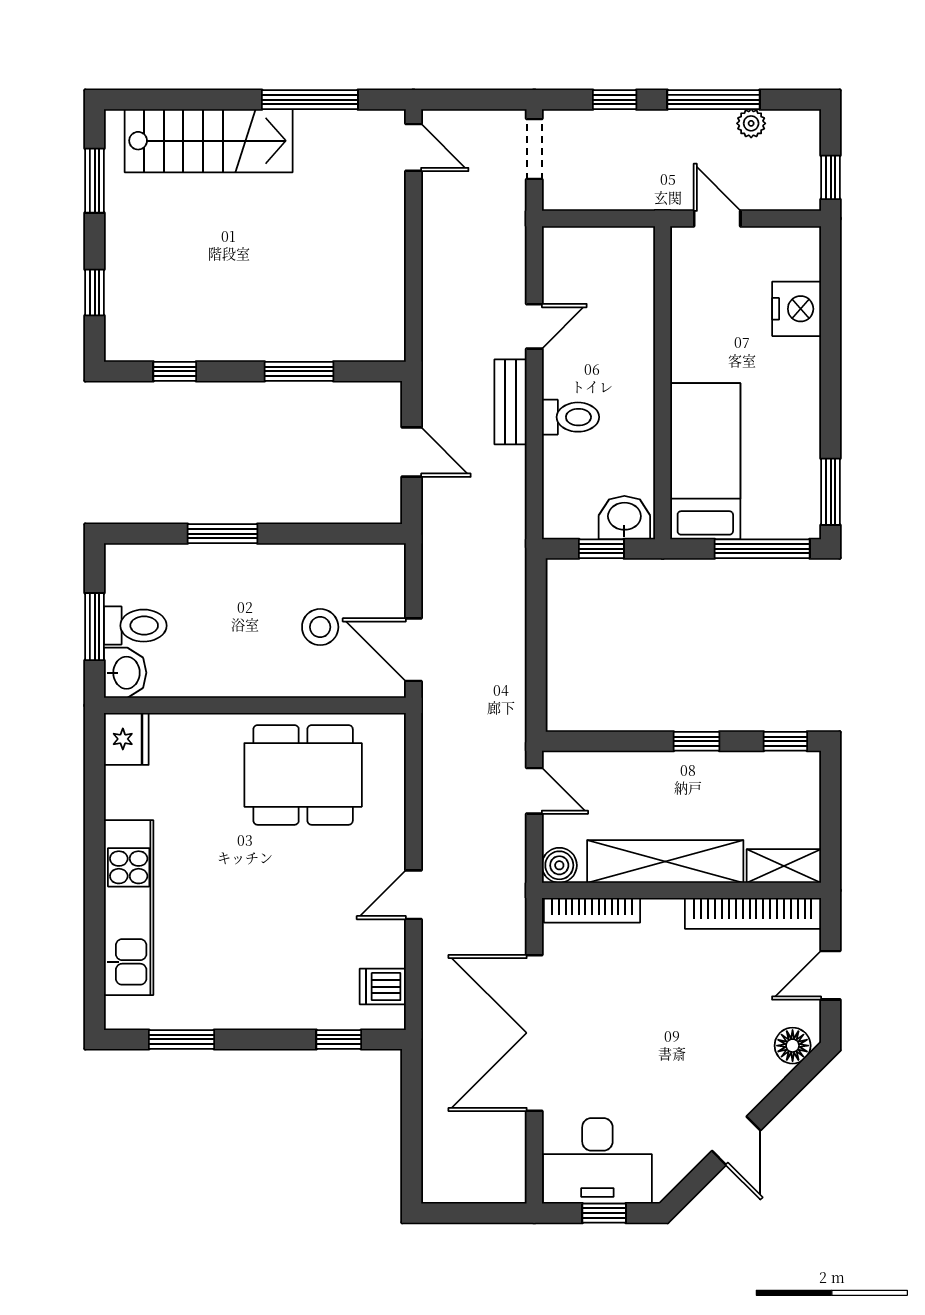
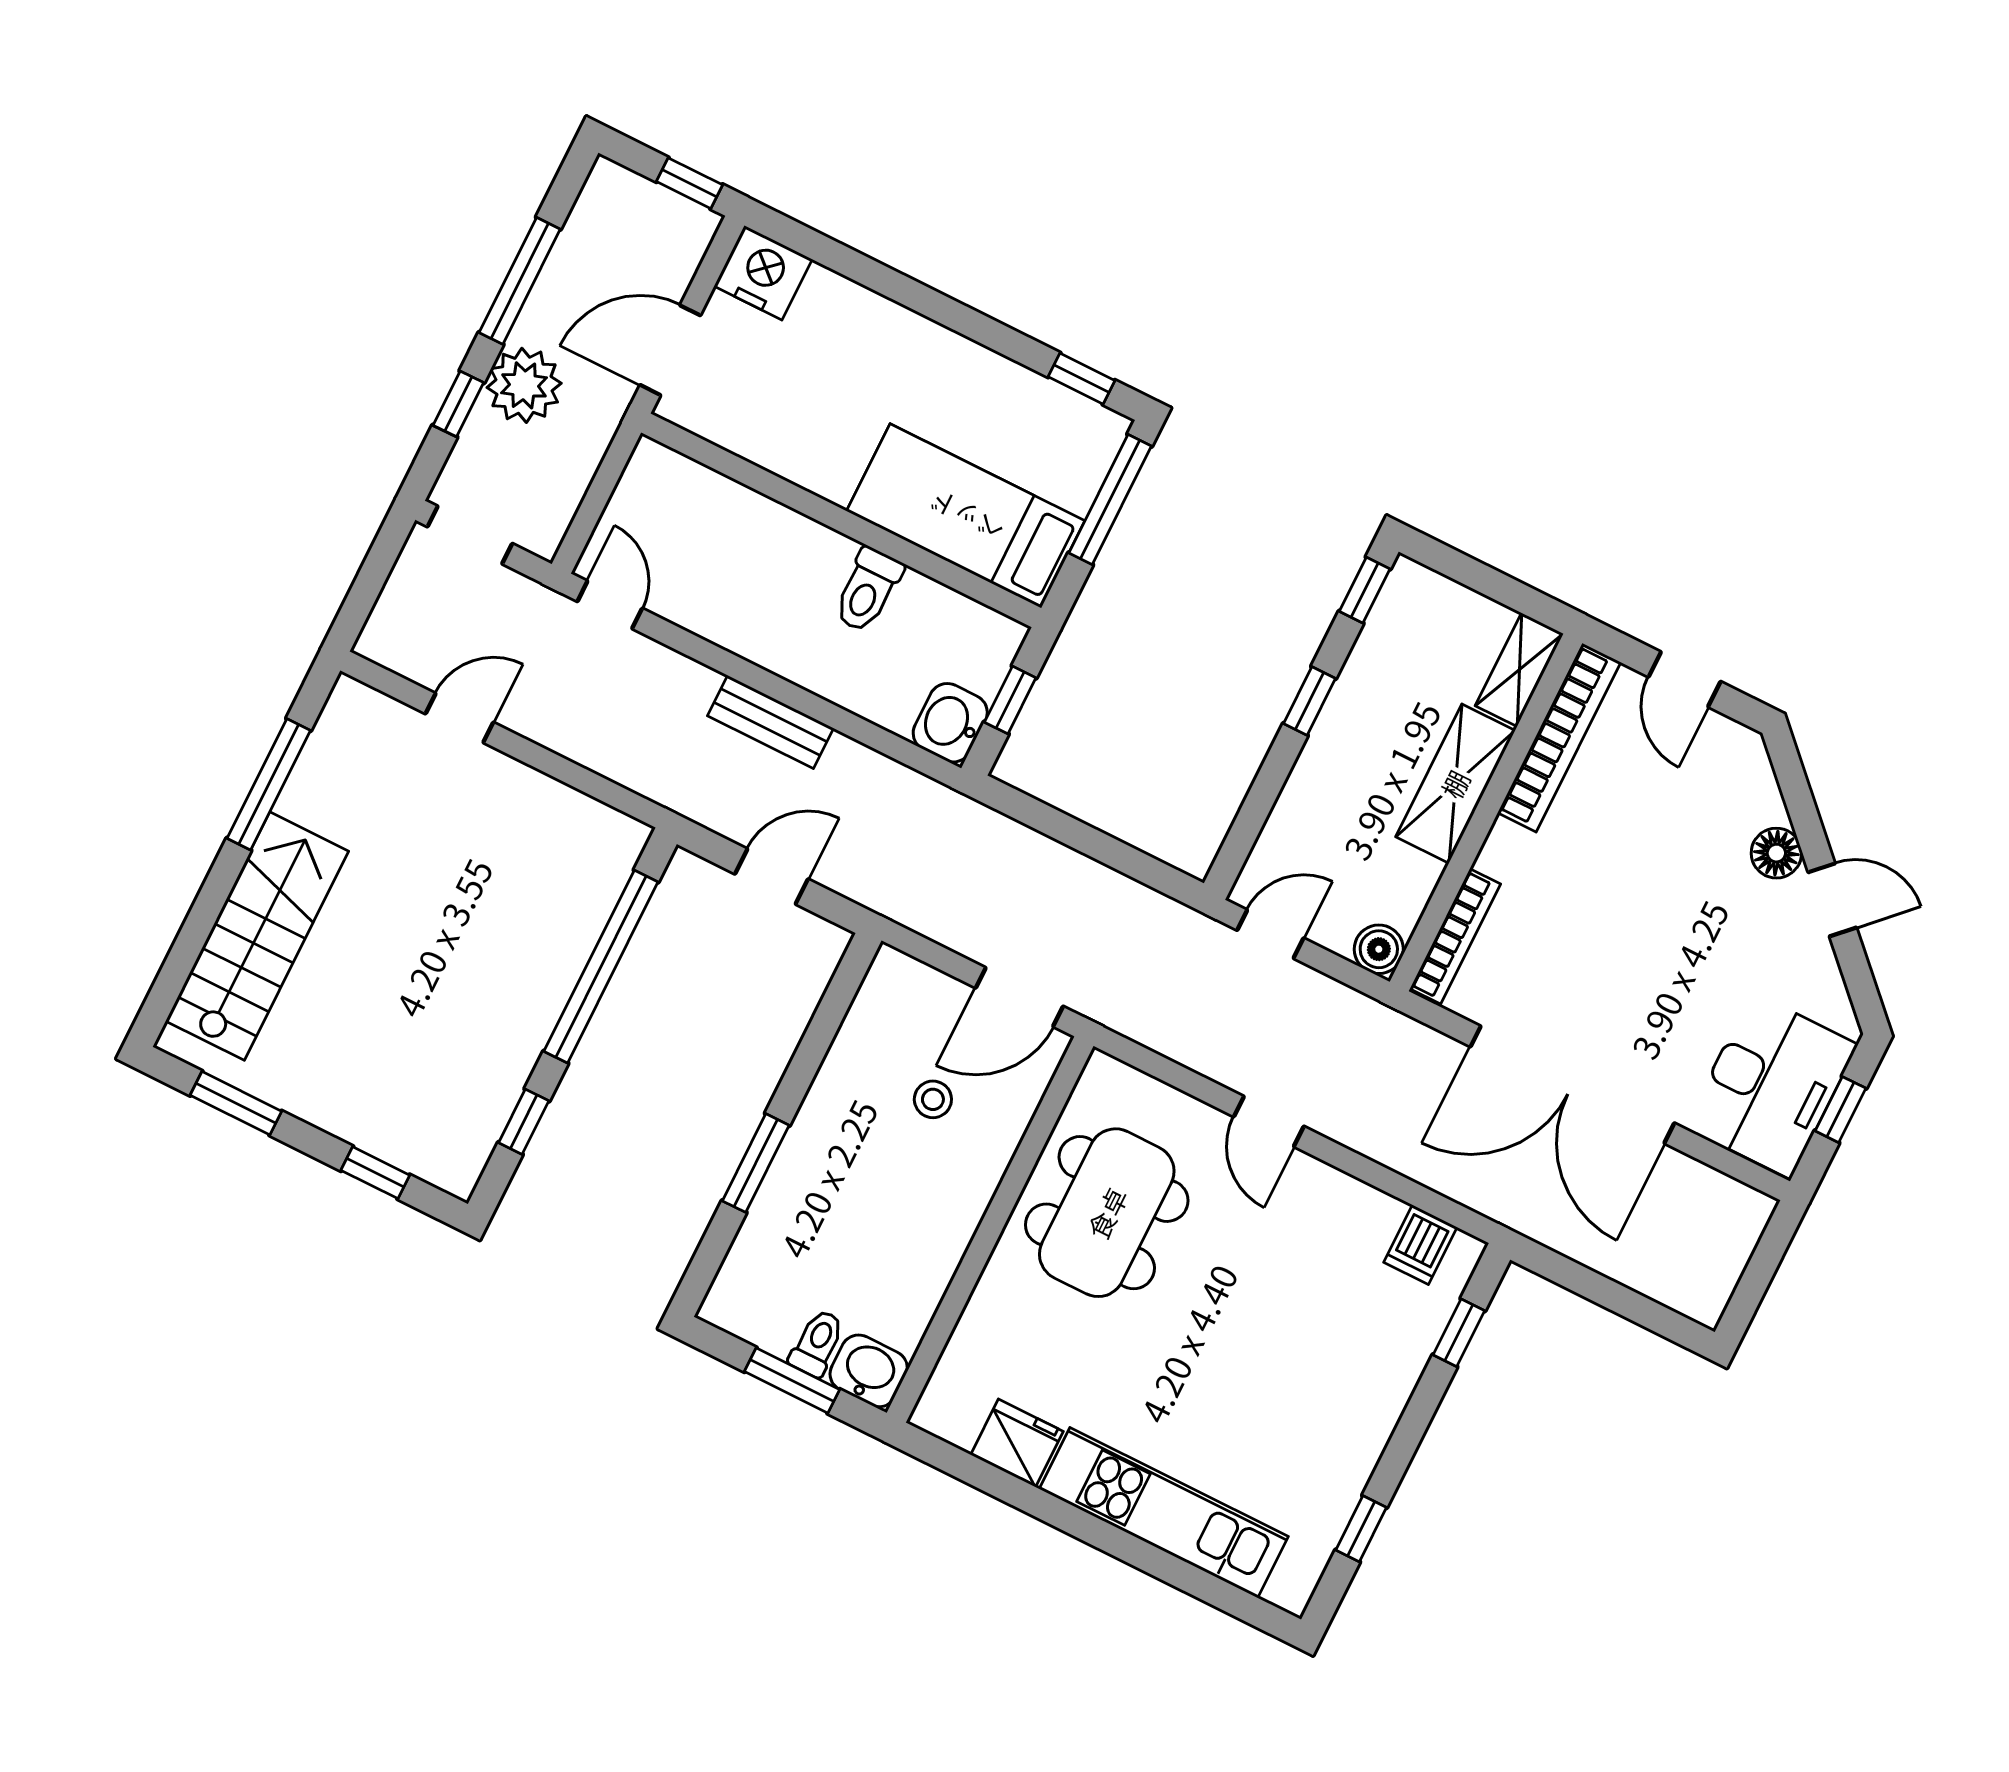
plant: (751, 123) -> (524, 385), moved, width x1.88, depth x1.88
door: (413, 147) -> (459, 718), moved
door: (717, 219) -> (670, 350), width x1.38
nightstand: (797, 309) -> (763, 273), moved
door: (534, 326) -> (610, 605), moved
window: (299, 371) -> (601, 967), width x2.11
toilet: (570, 417) -> (868, 590), moved, turned 180
window: (831, 492) -> (1081, 379), width x0.67
washbasin: (624, 518) -> (950, 723), moved
toilet: (135, 626) -> (817, 1343), width x0.73, depth x0.72
stool: (320, 627) -> (933, 1099), width x0.73, depth x0.73
fridge: (126, 739) -> (1017, 1443), moved
shelving: (665, 861) -> (1455, 784), width x0.68
door: (413, 895) -> (1269, 1122), moved
window: (182, 1039) -> (1361, 1529), width x0.67
floor lamp: (793, 1046) -> (1776, 853), moved

